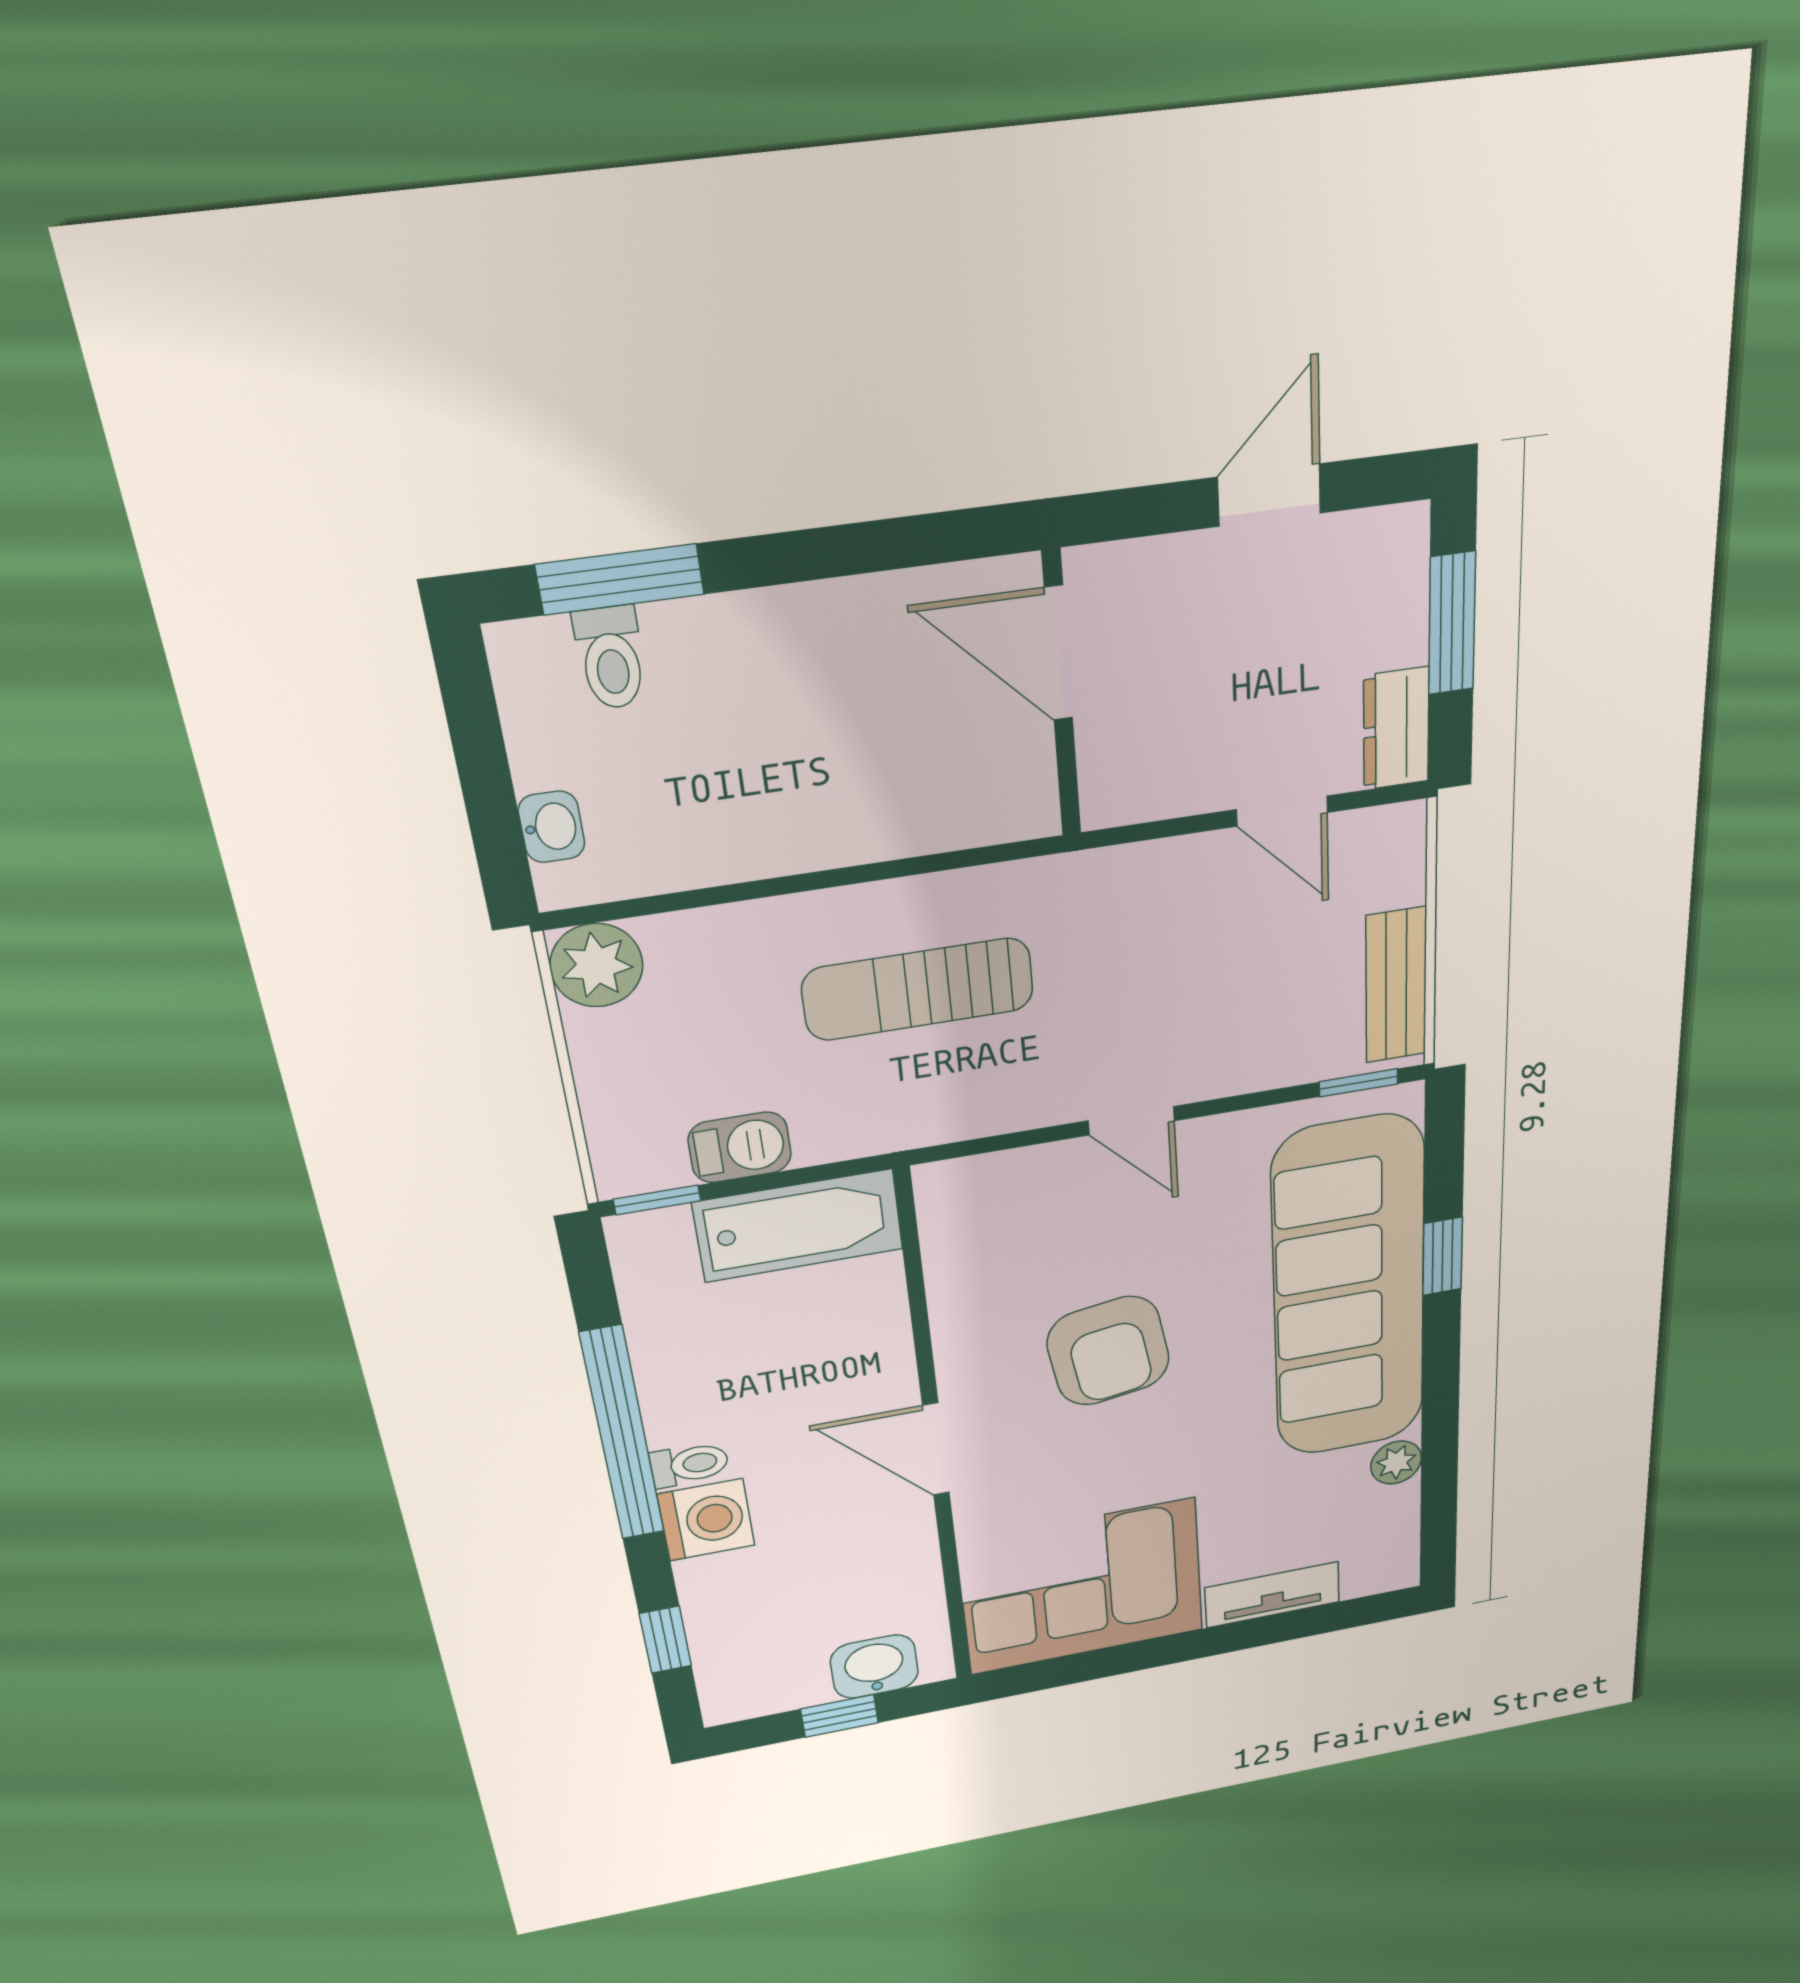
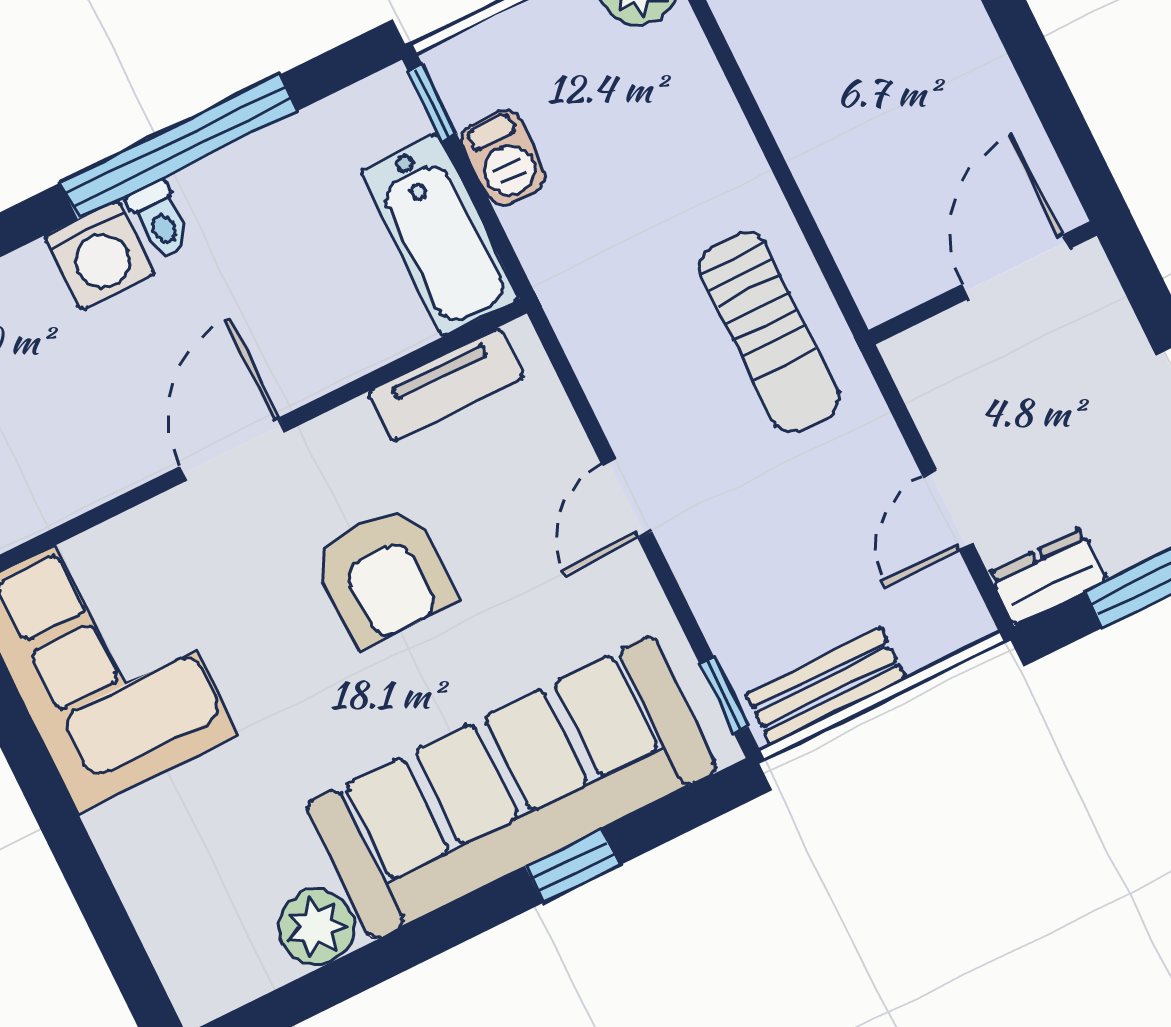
sun lounger: (918, 989) -> (769, 332), moved, turned 180
armchair: (1108, 1351) -> (384, 576), turned -82
plant: (1396, 1462) -> (316, 927), width x1.38, depth x1.38
tv unit: (1272, 1595) -> (446, 385), moved, turned 90

